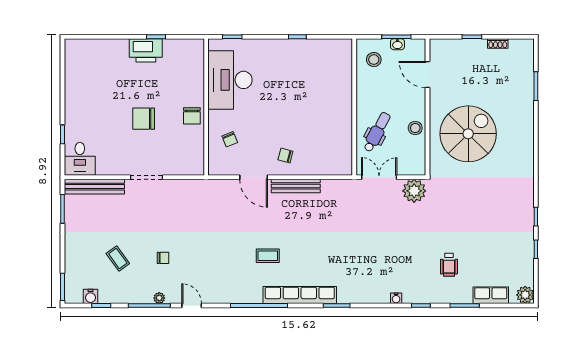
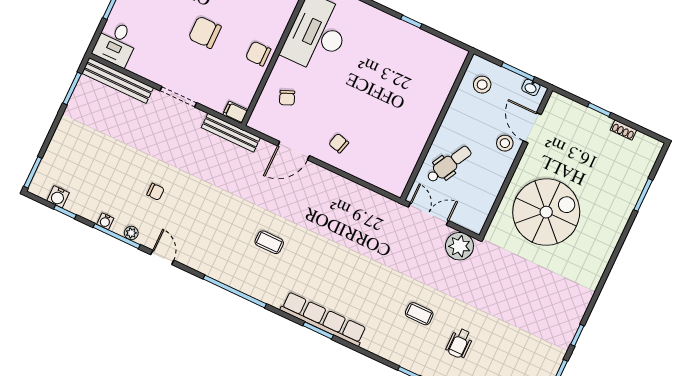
washbasin: (397, 44) -> (531, 87), moved
chair: (192, 116) -> (258, 54), turned 90
stool: (415, 128) -> (505, 143), moved
filing cabinet: (195, 169) -> (235, 112), added
door: (254, 177) -> (294, 151), hinge flipped
bench: (296, 186) -> (231, 133), moved
coffee table: (118, 258) -> (419, 314), moved, turned -54
row of seats: (300, 295) -> (323, 319), moved
water cooler: (396, 298) -> (105, 221), moved

